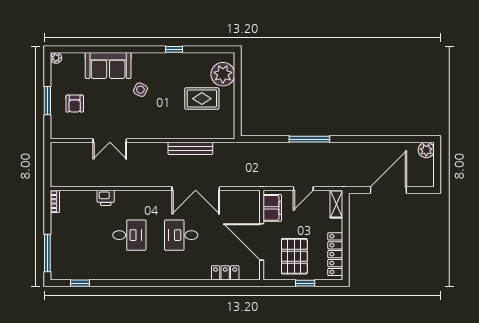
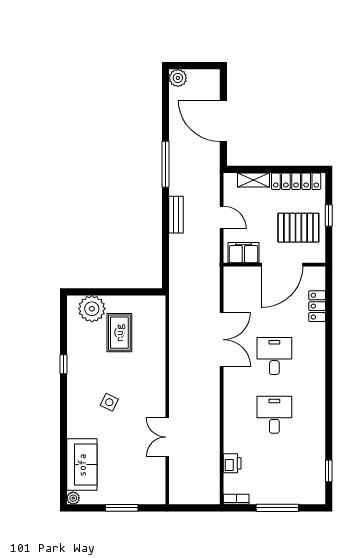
sofa: (108, 65) -> (82, 465), moved
armchair: (75, 104) -> (125, 477), removed
window: (309, 139) -> (166, 164), moved
double door: (110, 141) -> (167, 437), swing flipped
bench: (190, 148) -> (176, 215), moved, width x0.73
printer: (106, 198) -> (232, 463), moved
shelving: (336, 204) -> (254, 180), moved
desk: (181, 235) -> (274, 356), turned 180
window: (47, 253) -> (277, 508), moved

